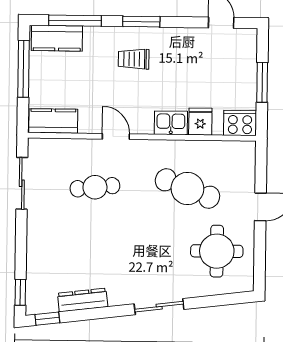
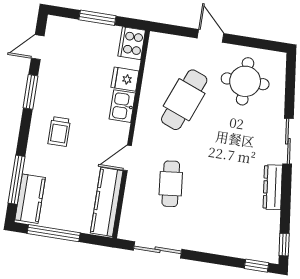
window: (141, 22) -> (31, 92), moved
kitchen counter: (53, 121) -> (107, 202), width x1.50
dresser: (83, 300) -> (273, 187), moved

